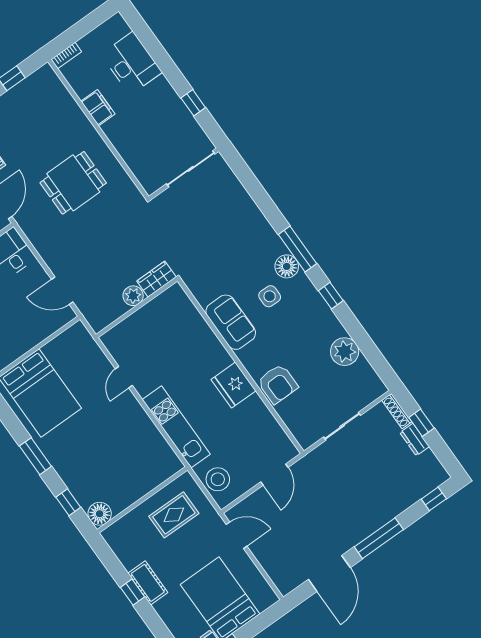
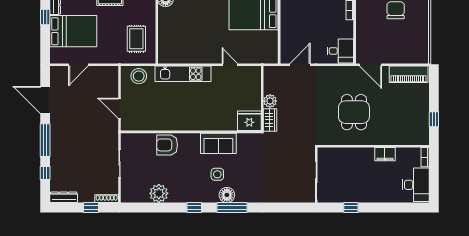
desk: (131, 63) -> (416, 185), moved, turned -90
fridge: (234, 385) -> (249, 121), moved
dresser: (415, 440) -> (64, 197), moved, width x1.44
window: (434, 499) -> (45, 173), moved
door: (237, 535) -> (78, 65), moved

